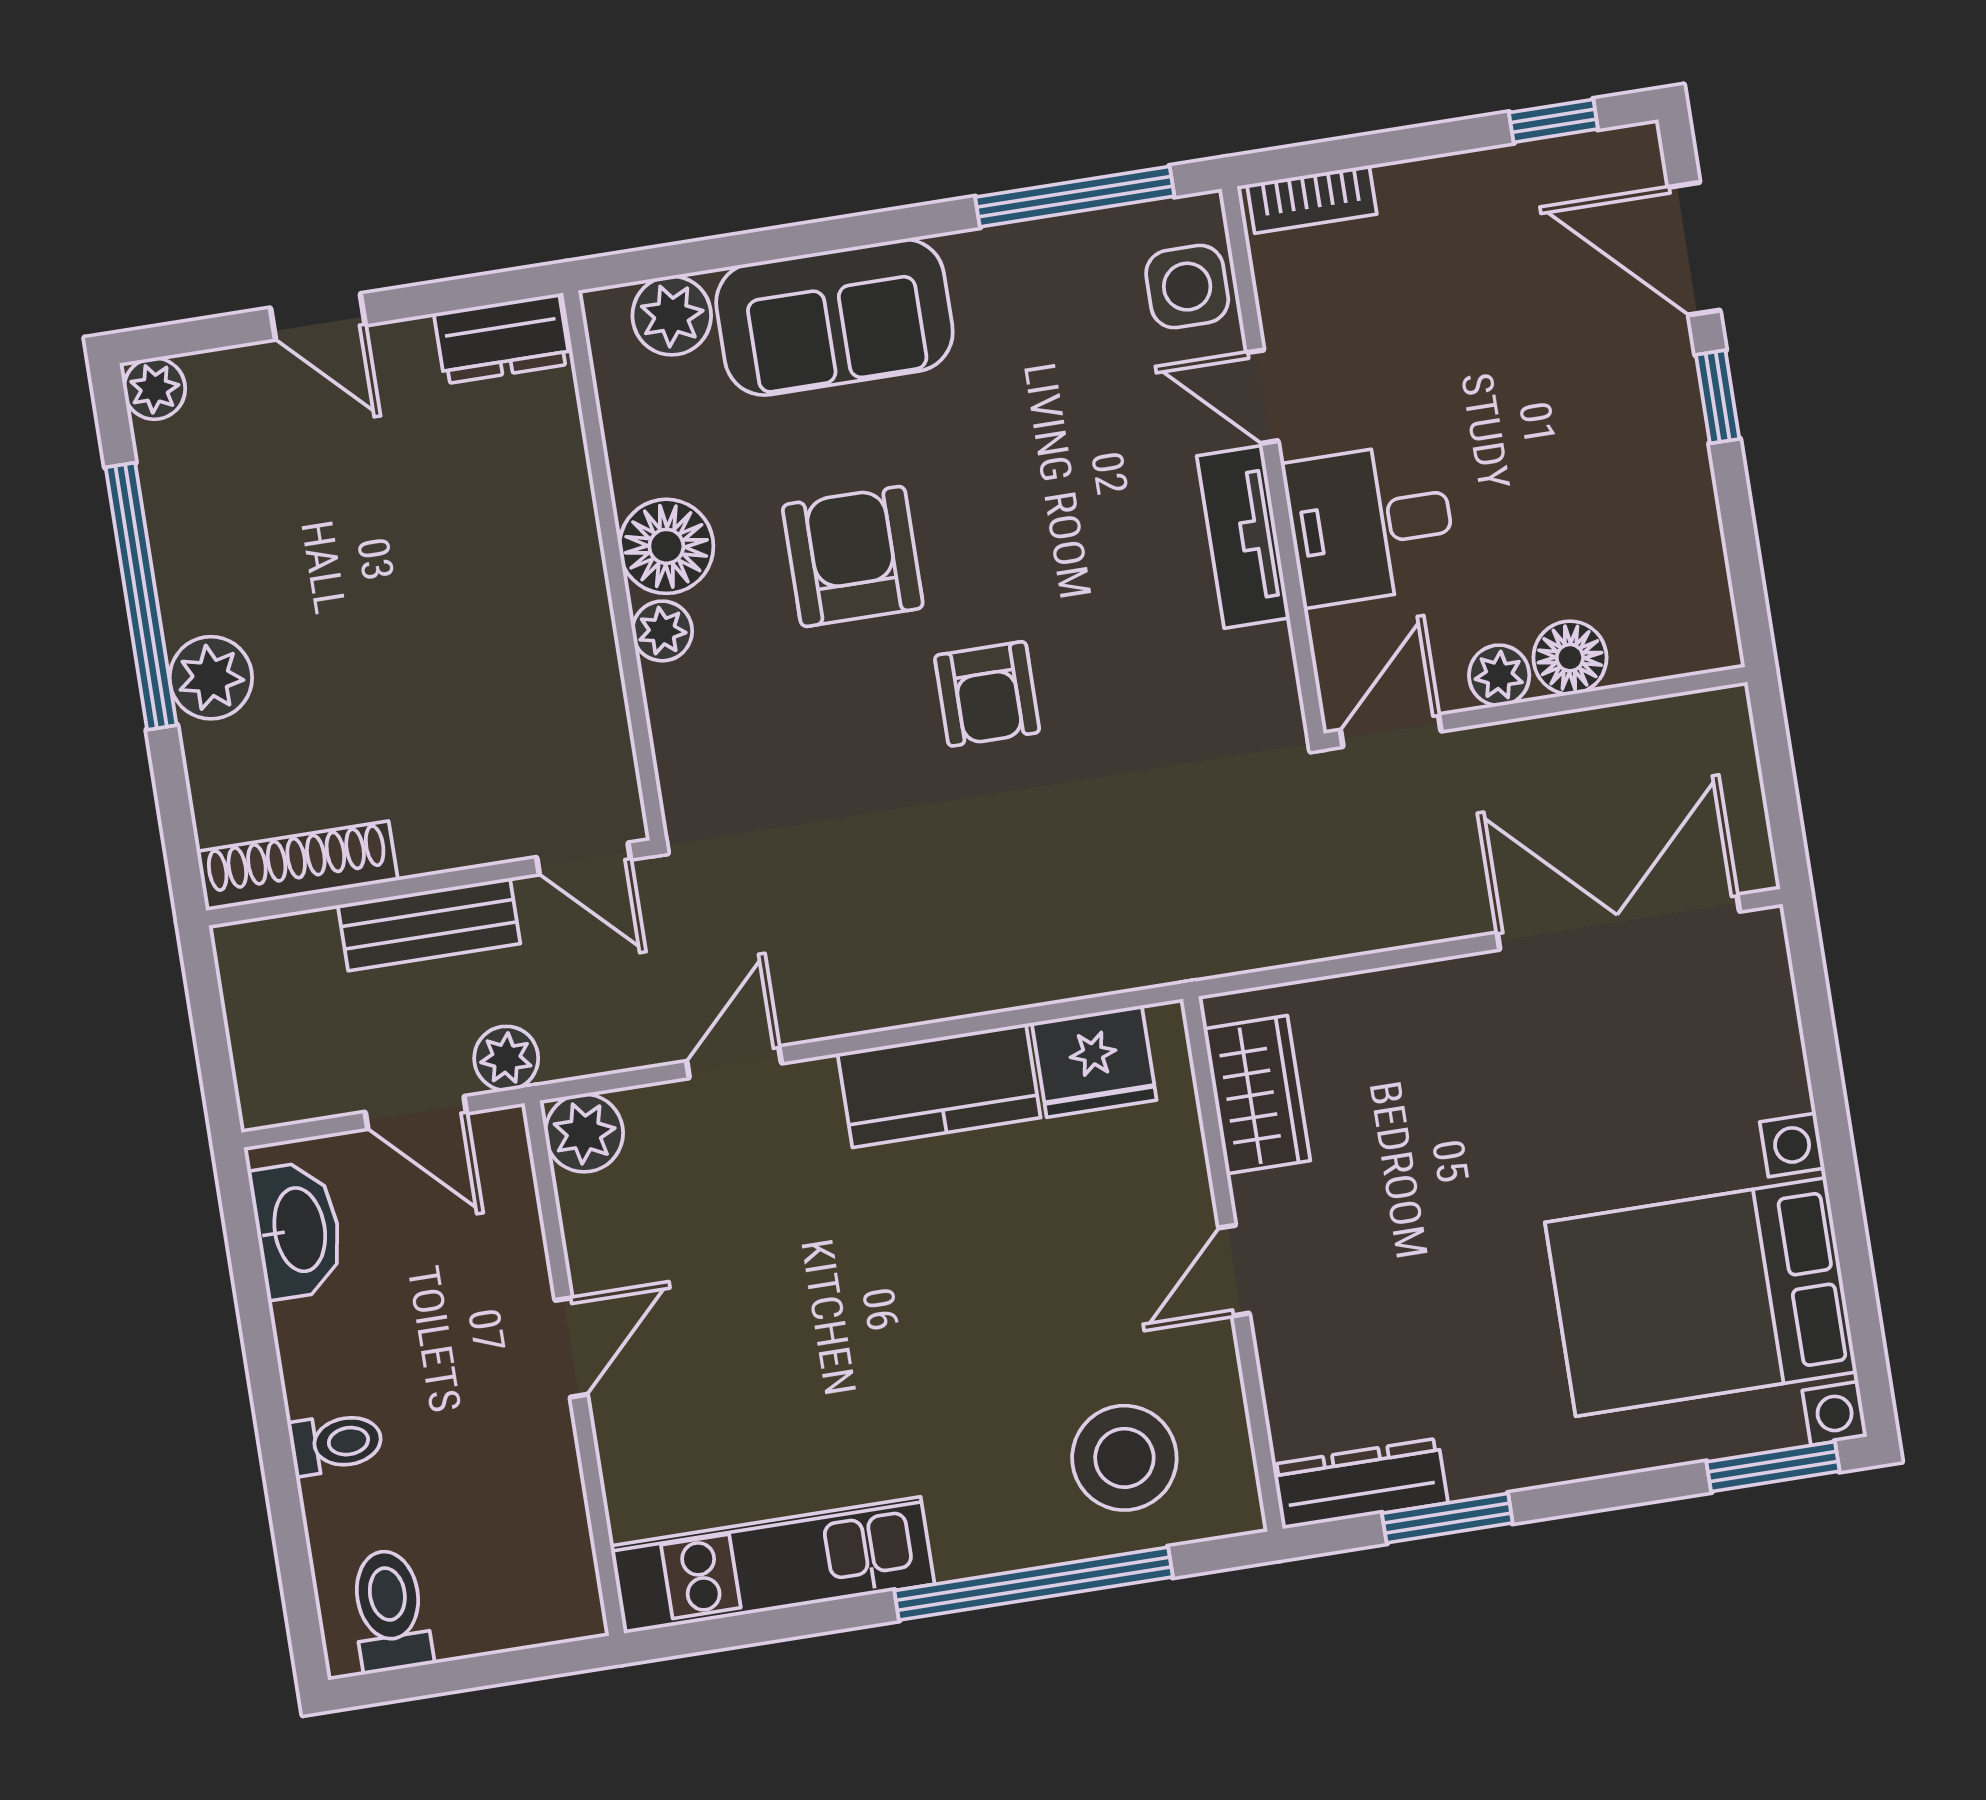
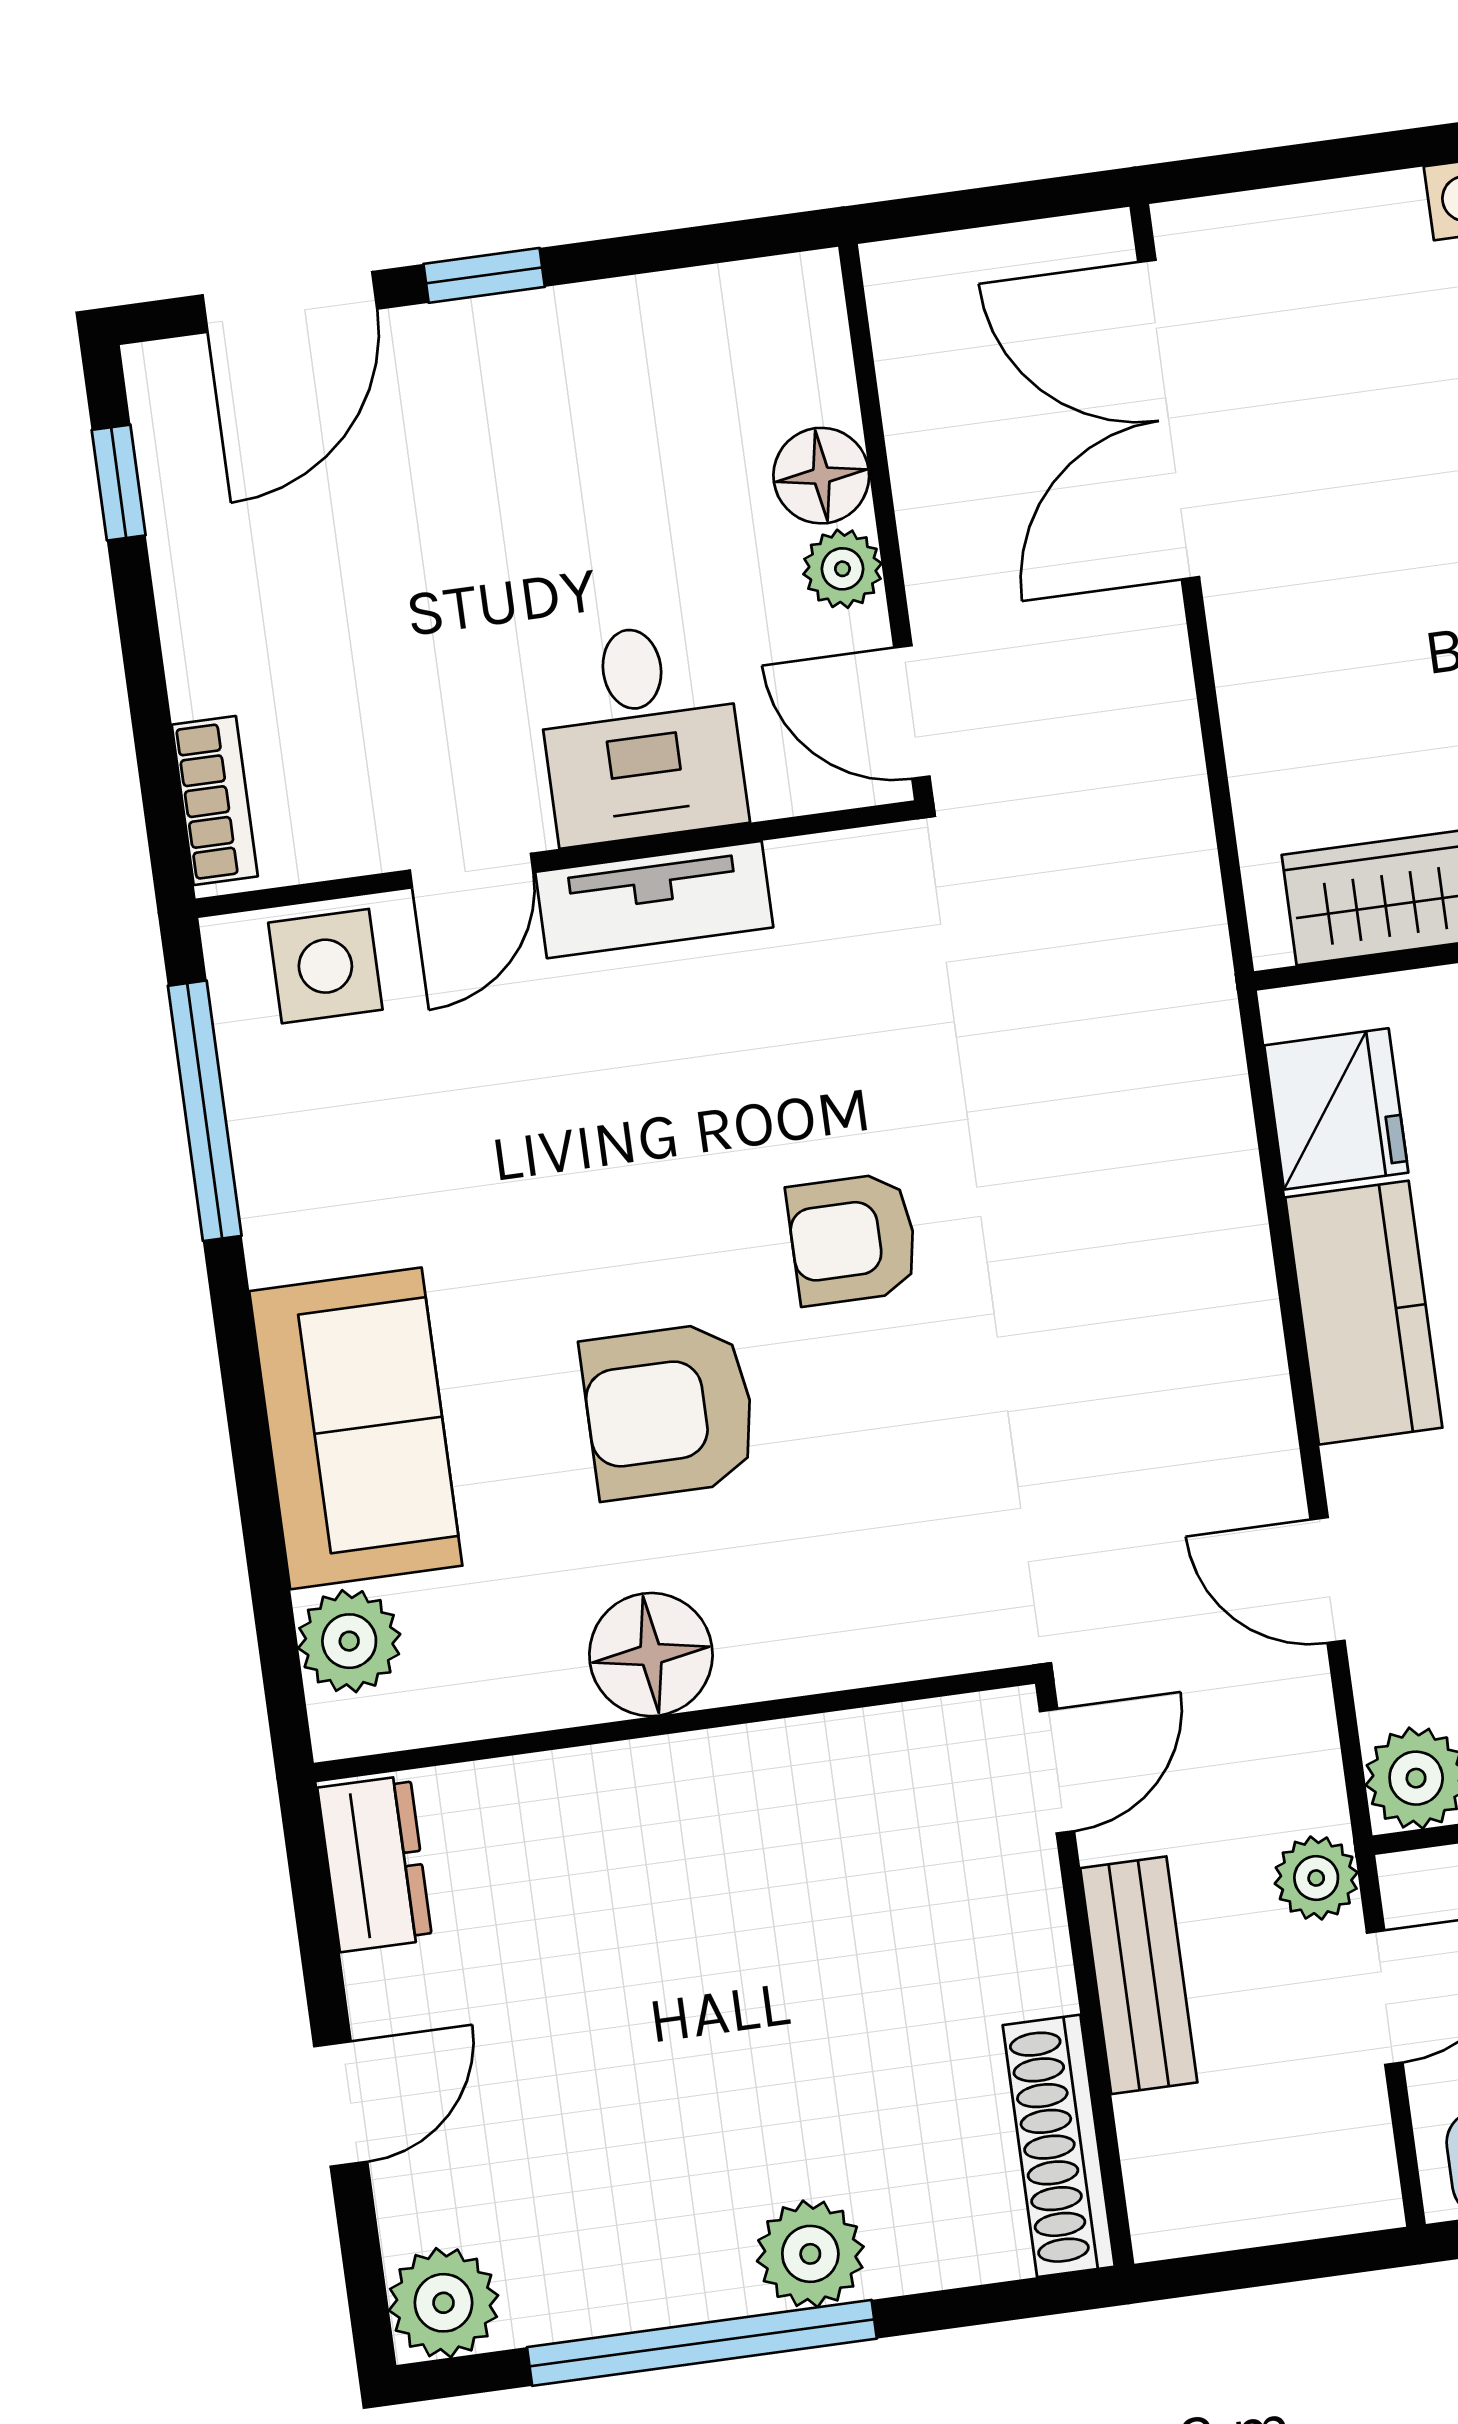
plant: (154, 389) -> (443, 2303), width x1.38, depth x1.38
plant: (662, 631) -> (761, 1662), removed
armchair: (987, 694) -> (853, 1239), turned 180

